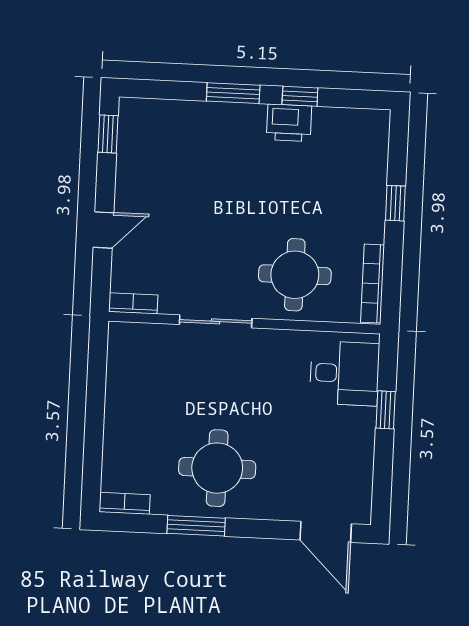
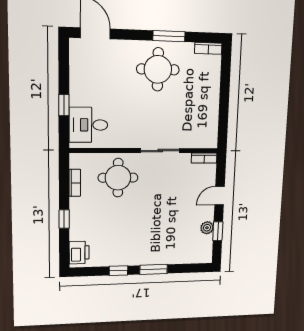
printer: (289, 123) -> (79, 253), moved, turned 90
window: (108, 134) -> (218, 231), moved
plant: (128, 168) -> (207, 228), added
bookcase: (373, 284) -> (75, 183), width x0.64

